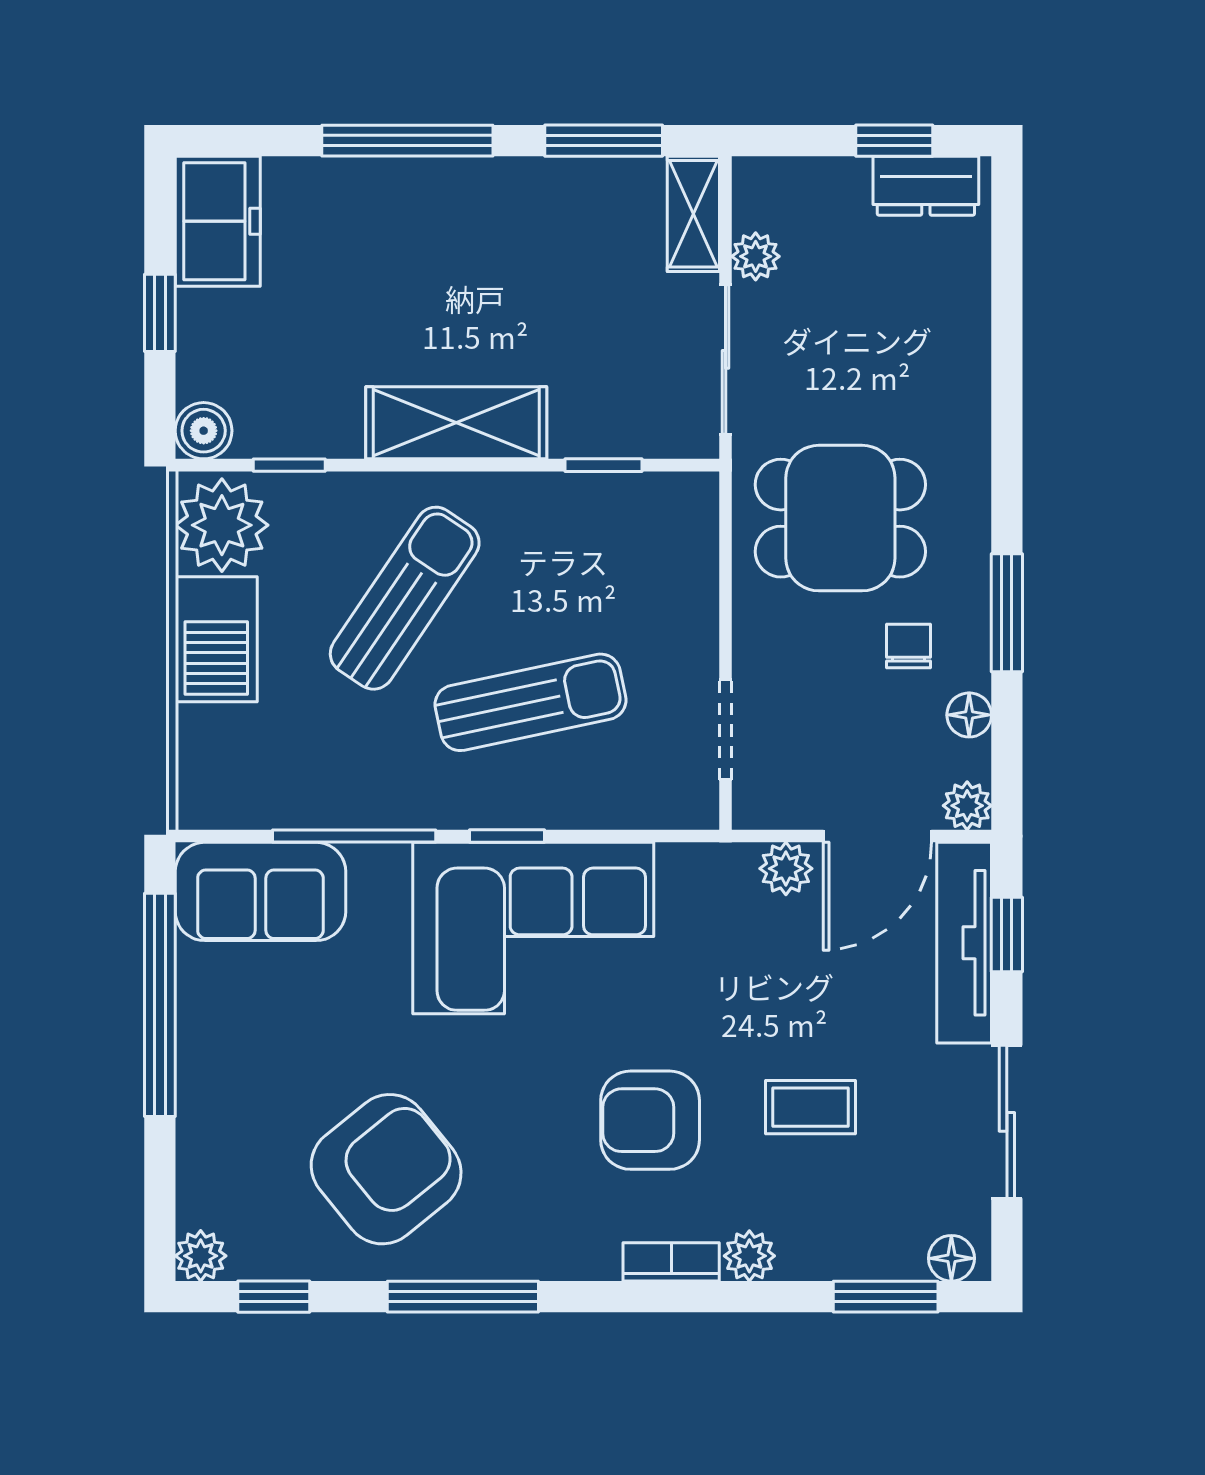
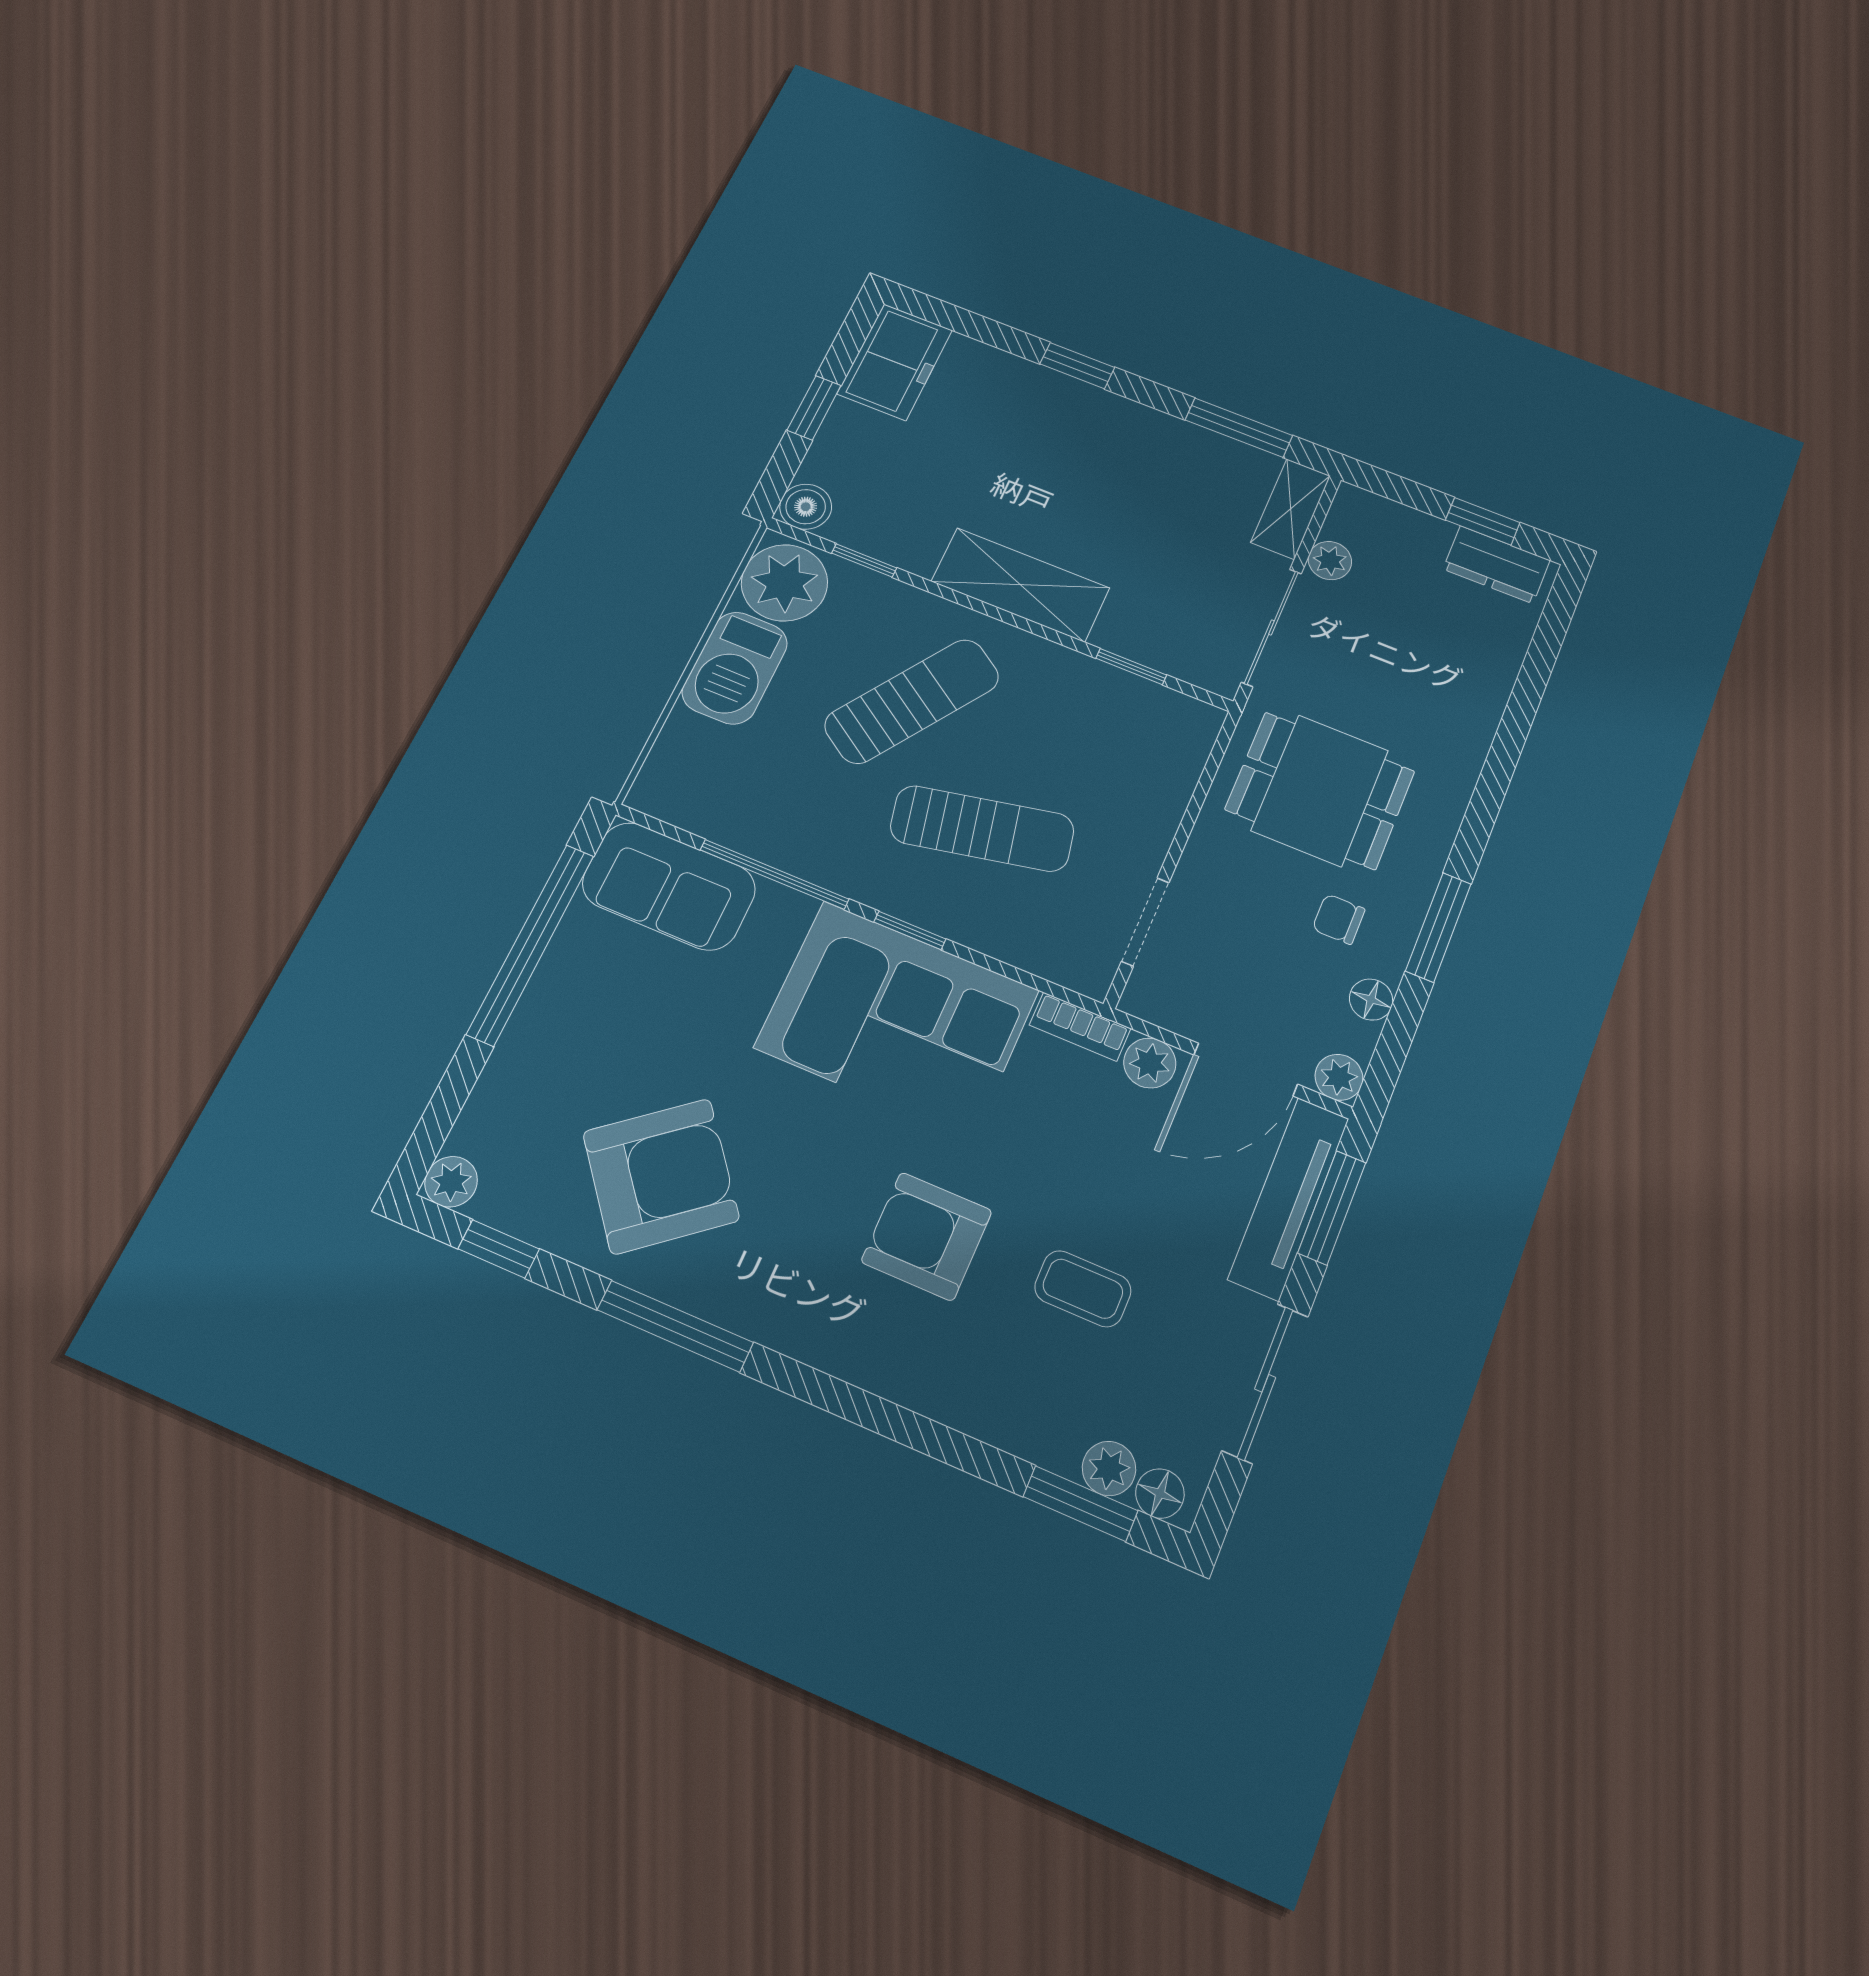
window: (407, 141) -> (1077, 366), width x0.46
chair: (908, 646) -> (1339, 919), turned -90
window: (1007, 935) -> (1332, 1208), width x1.50
plant: (749, 1256) -> (1109, 1468), moved
bookcase: (671, 1262) -> (1080, 1027), moved, turned 180

